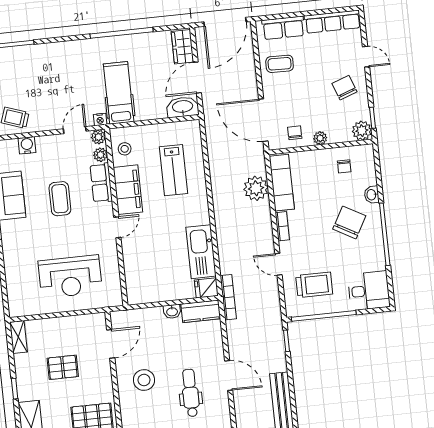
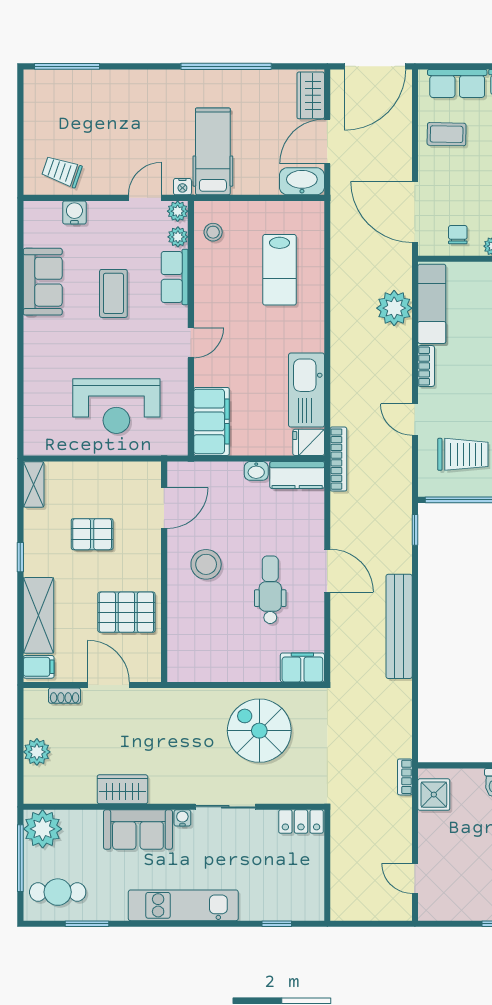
filing cabinet: (128, 190) -> (212, 421), moved

